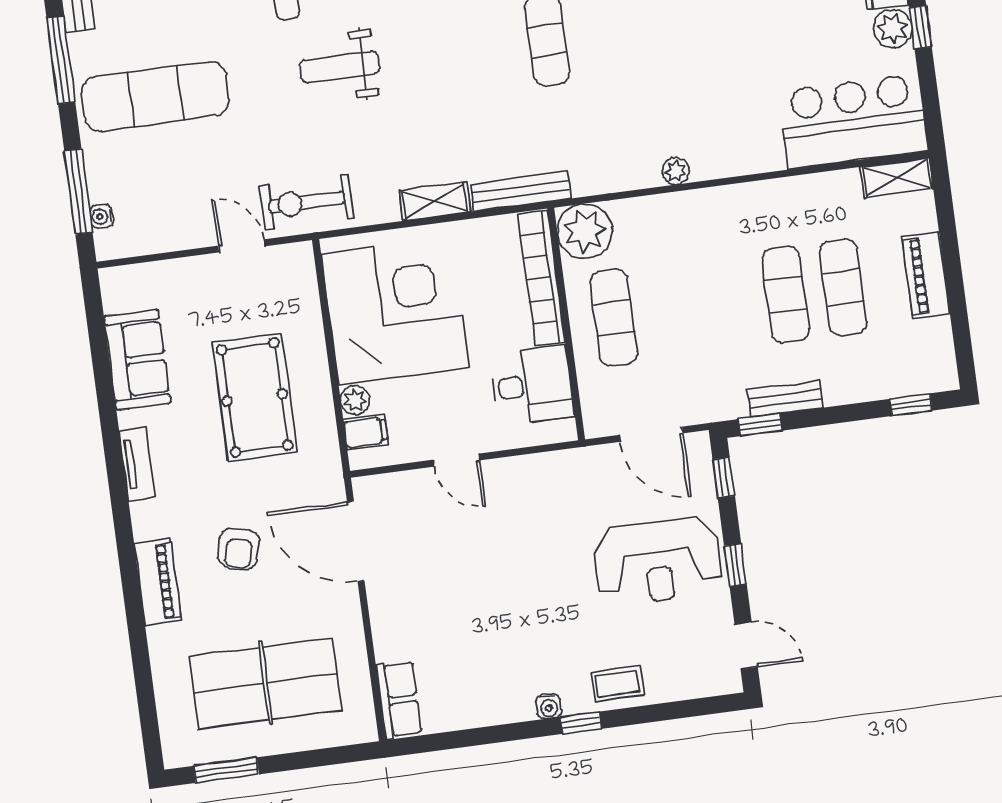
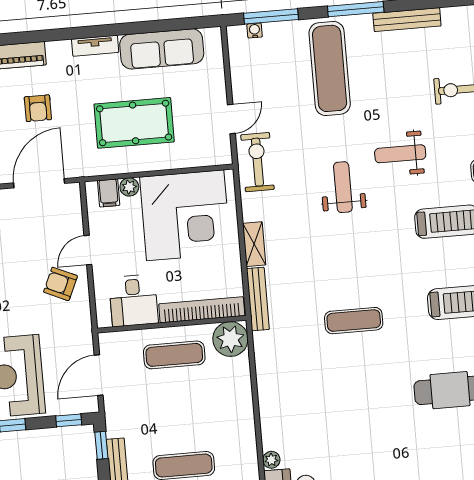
plant: (676, 171) -> (271, 460), moved
sofa: (137, 360) -> (162, 49), width x1.36
armchair: (511, 500) -> (60, 284), added
armchair: (239, 549) -> (38, 108), turned -104

